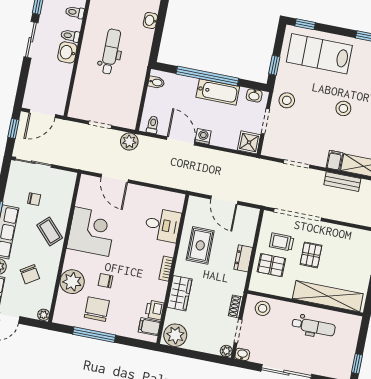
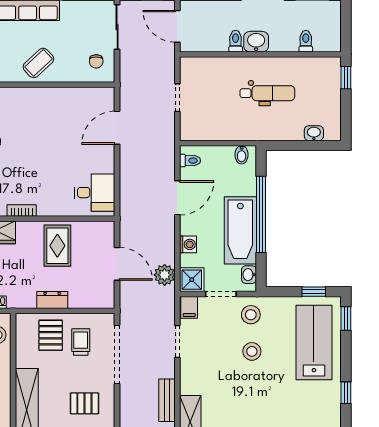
toilet: (70, 36) -> (236, 41), moved
window: (274, 65) -> (314, 292), moved
bathtub: (218, 92) -> (240, 230), width x1.36, depth x1.36
stool: (343, 108) -> (252, 351), moved
washing machine: (203, 136) -> (188, 244), moved
plant: (129, 142) -> (165, 275), moved
filing cabinet: (334, 160) -> (189, 307), moved, turned 90
chair: (34, 199) -> (96, 61), moved
door: (224, 200) -> (117, 264), swing flipped
desk: (163, 225) -> (95, 193), moved, turned -90
corner desk: (91, 232) -> (48, 113), removed
rug: (200, 245) -> (57, 246), turned 90
pallet: (311, 255) -> (84, 403), moved

